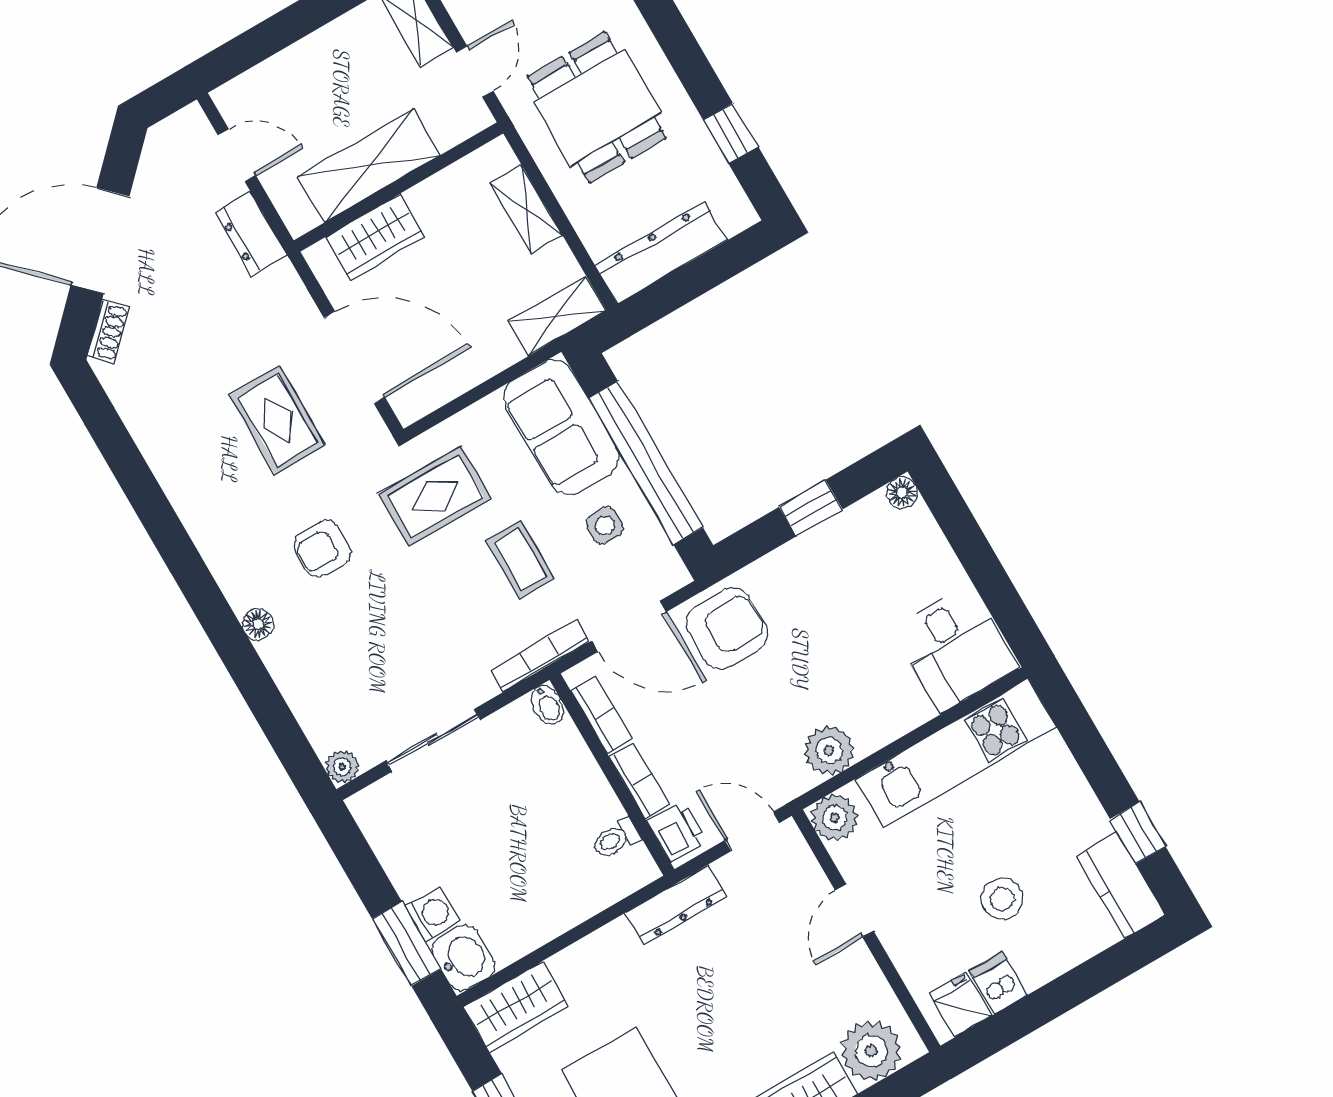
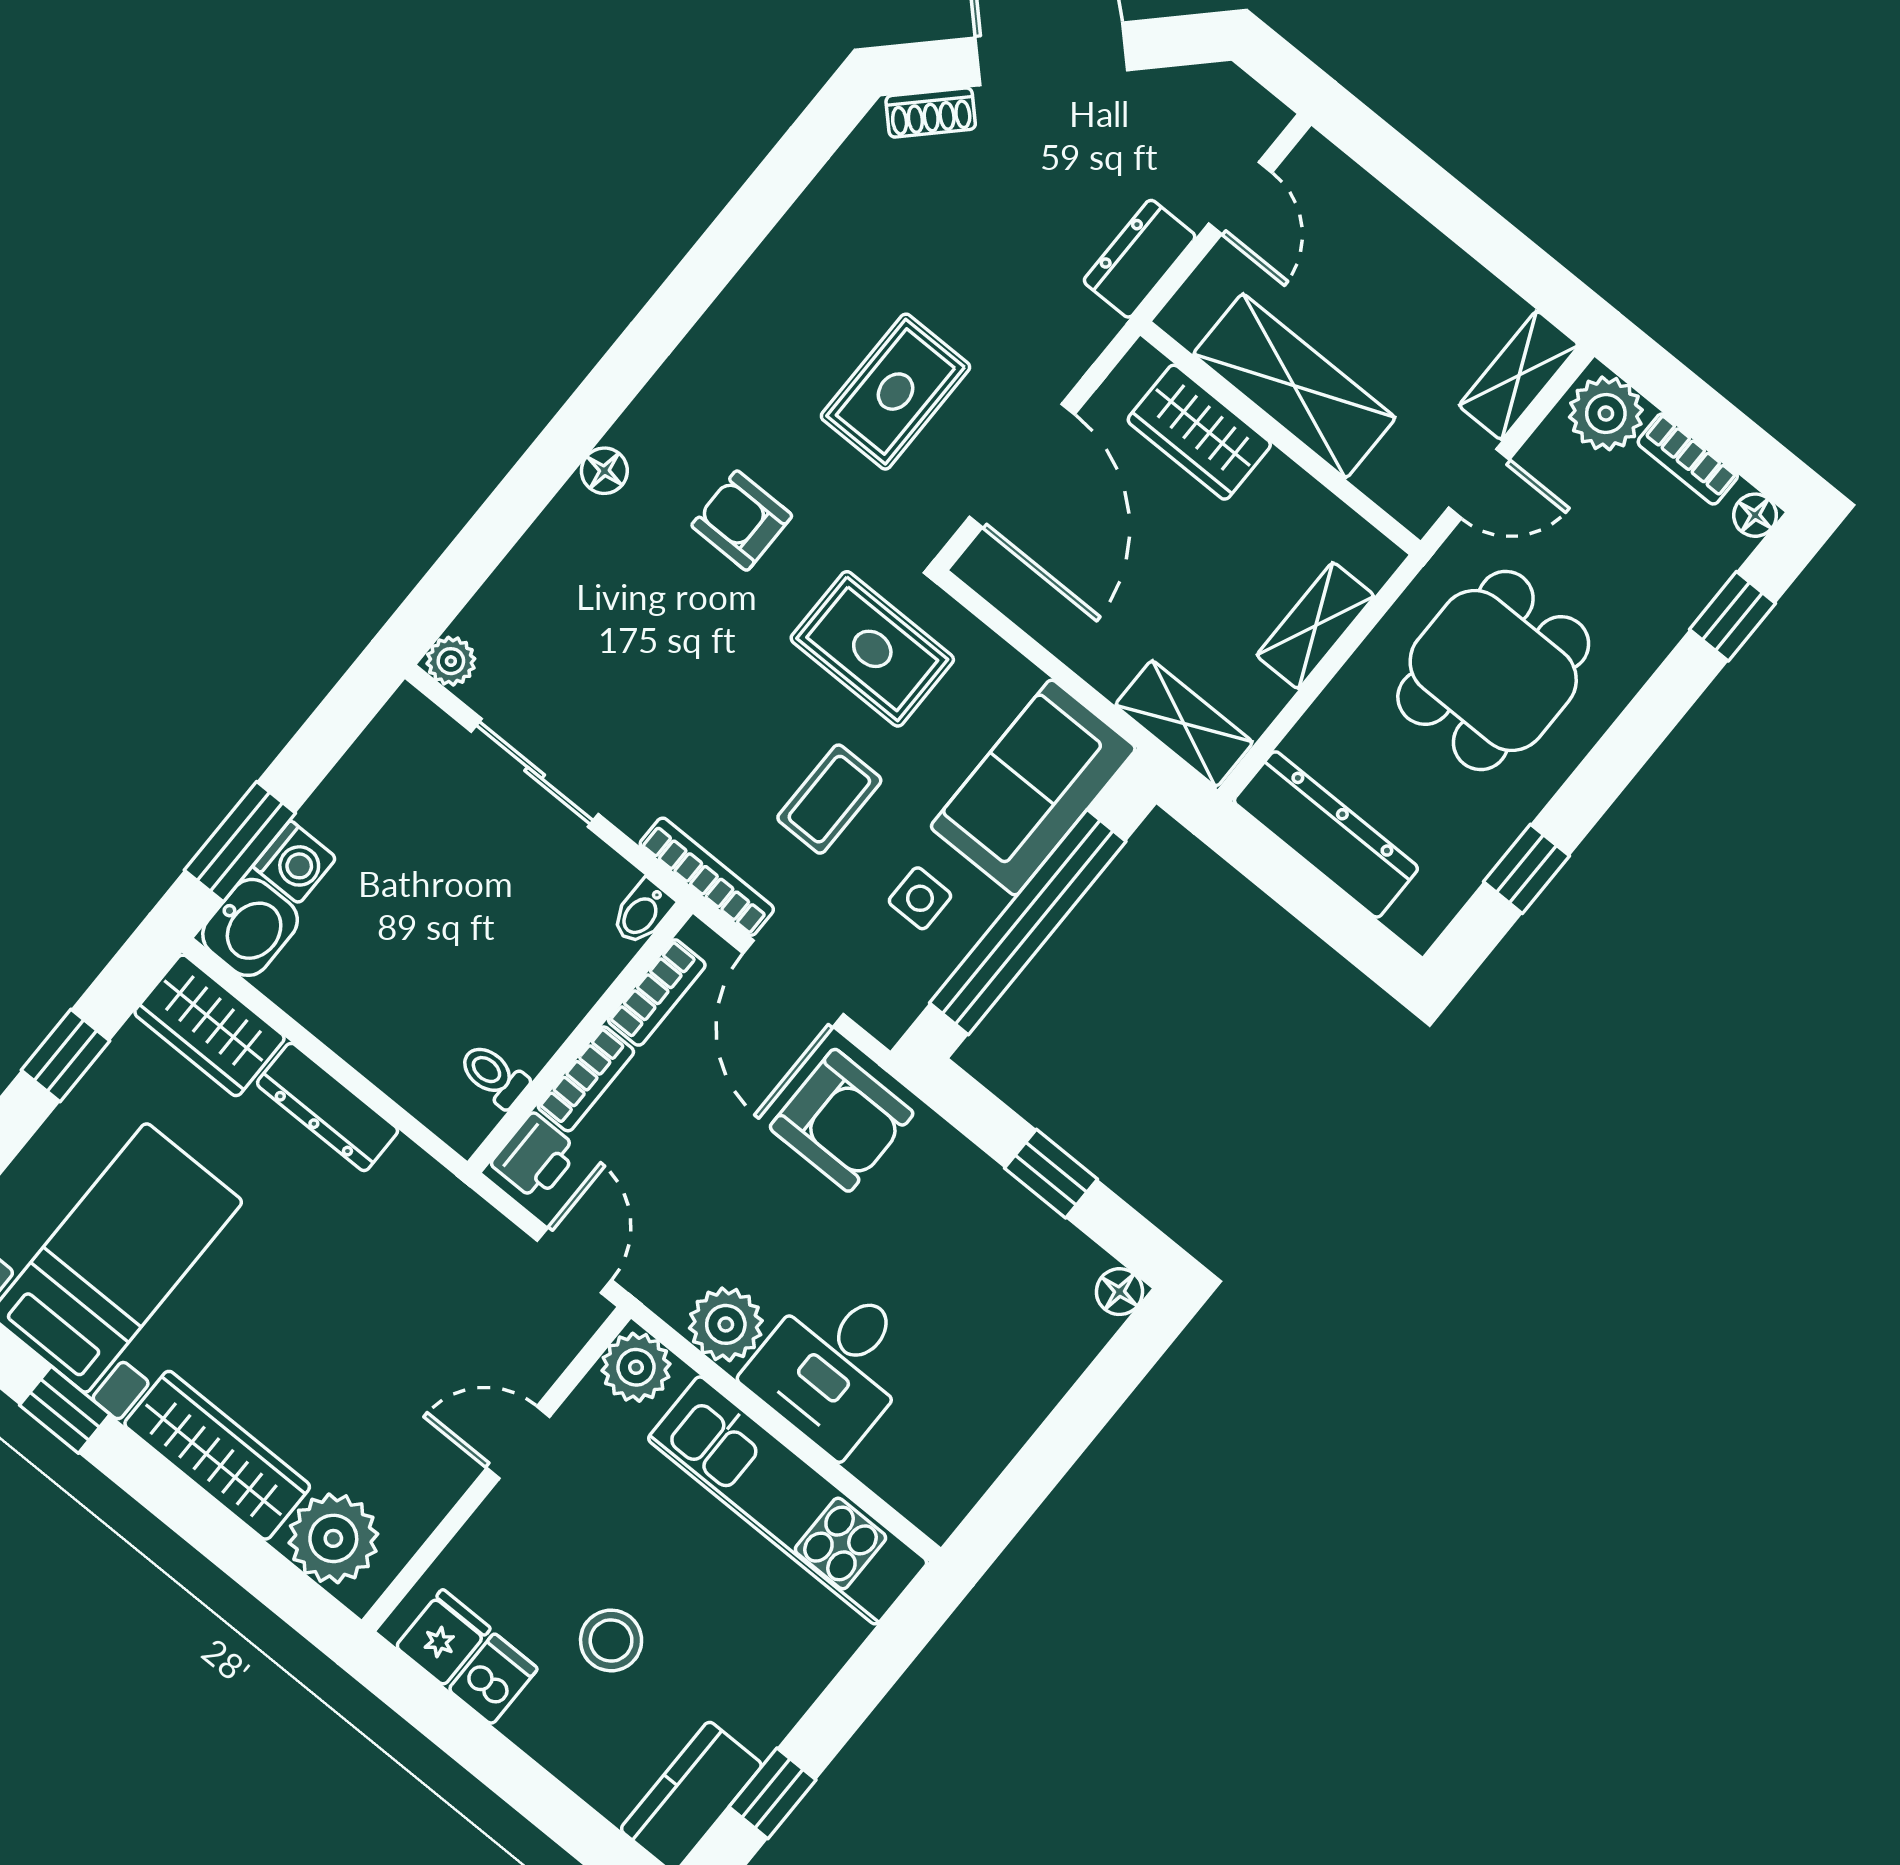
desk: (955, 649) -> (834, 1365), moved
dresser: (676, 905) -> (328, 1107), moved

